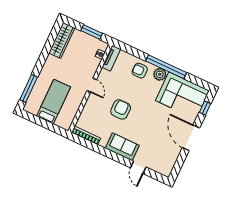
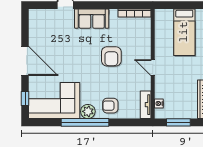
armchair: (140, 71) -> (110, 106), turned 180

